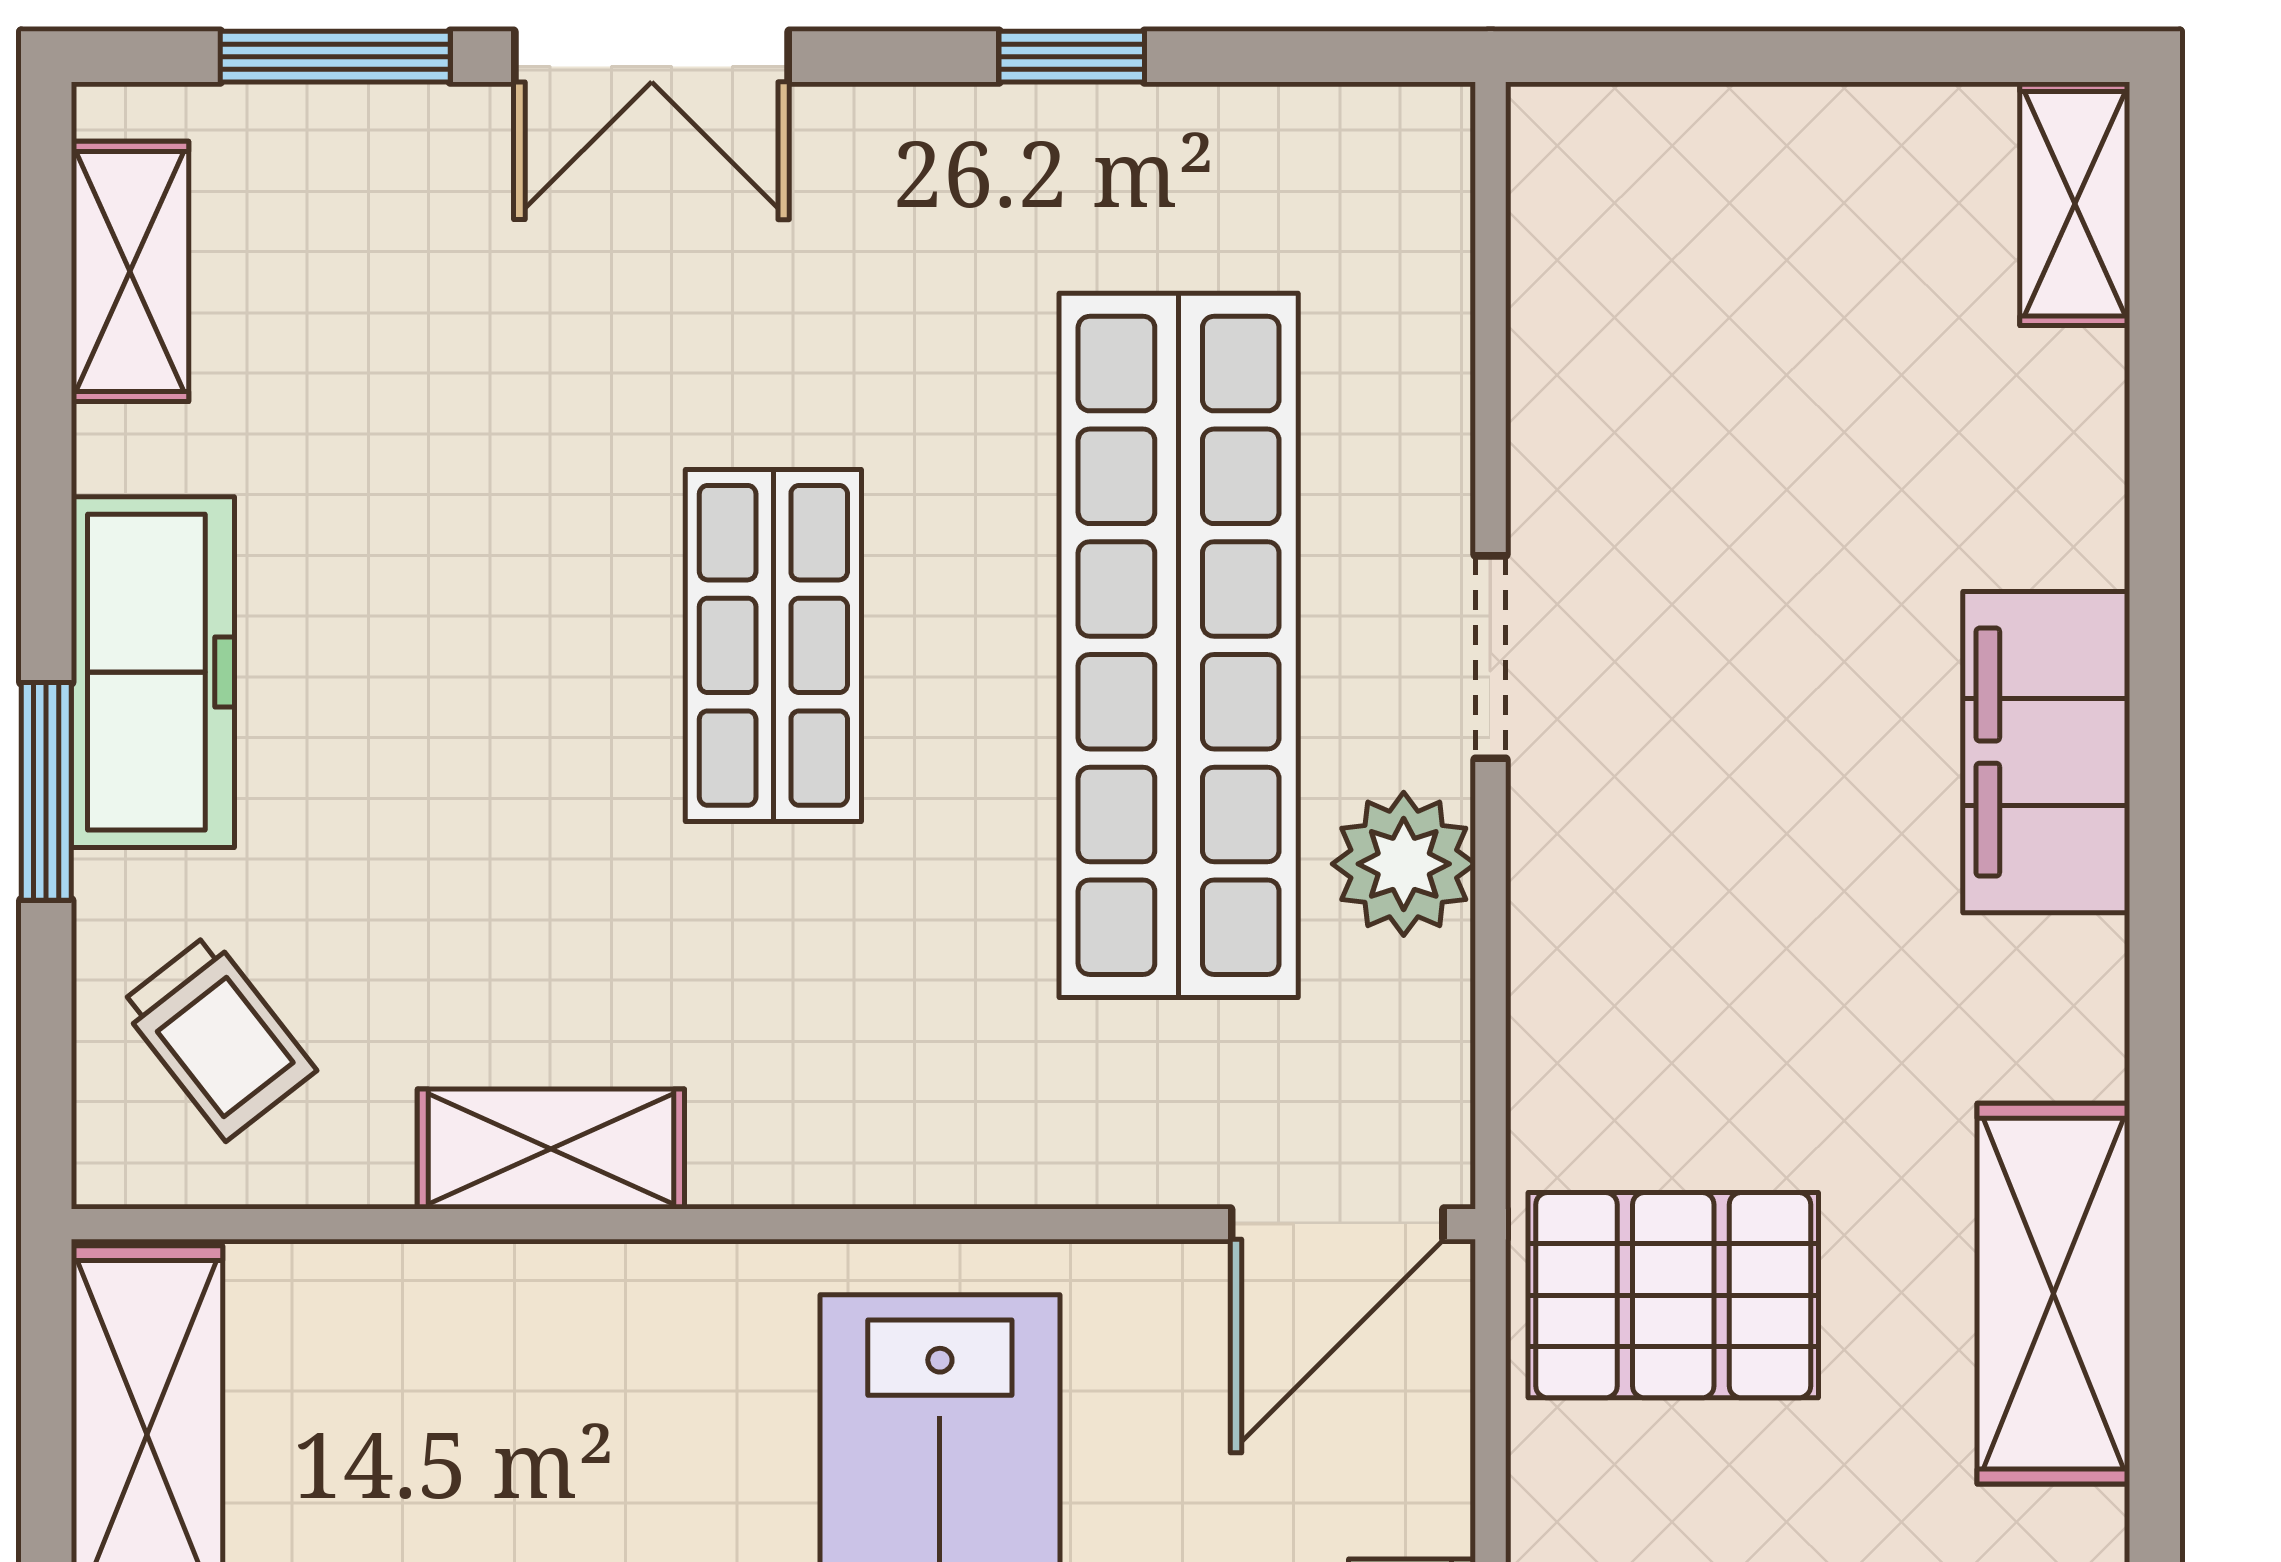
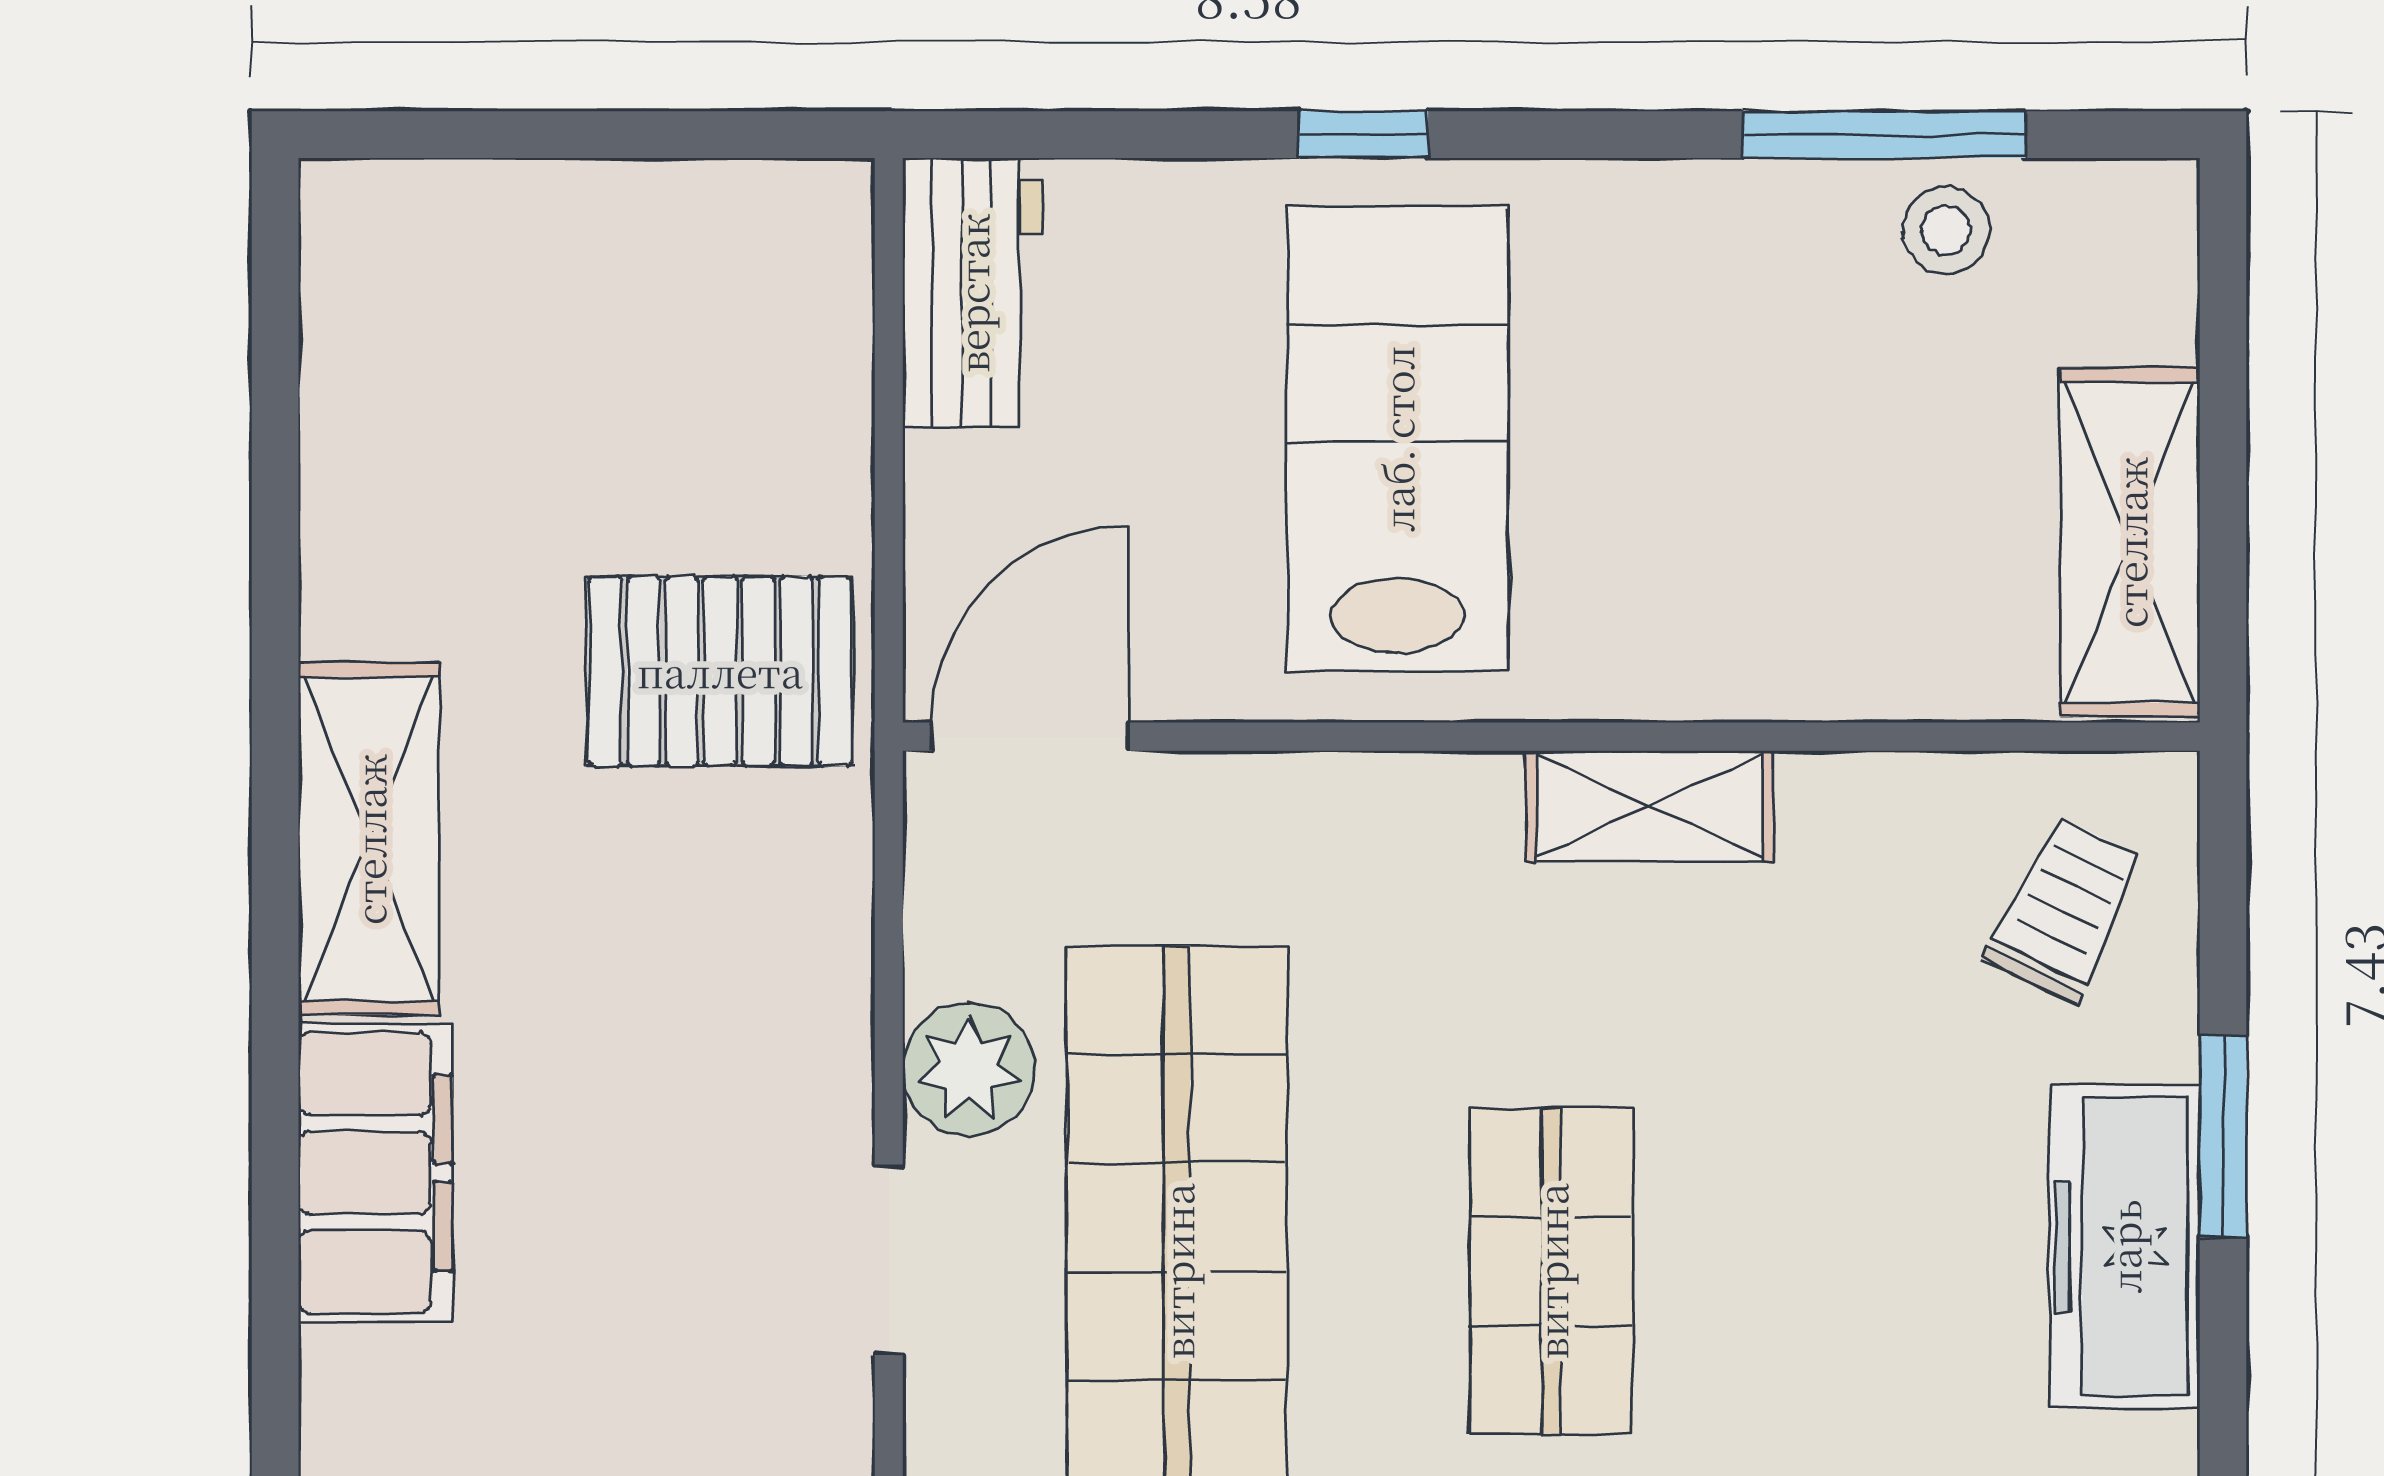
trolley: (218, 1037) -> (2065, 909), turned 64
shelving: (551, 1149) -> (1650, 806), moved
shelving: (2053, 1294) -> (369, 839), moved

